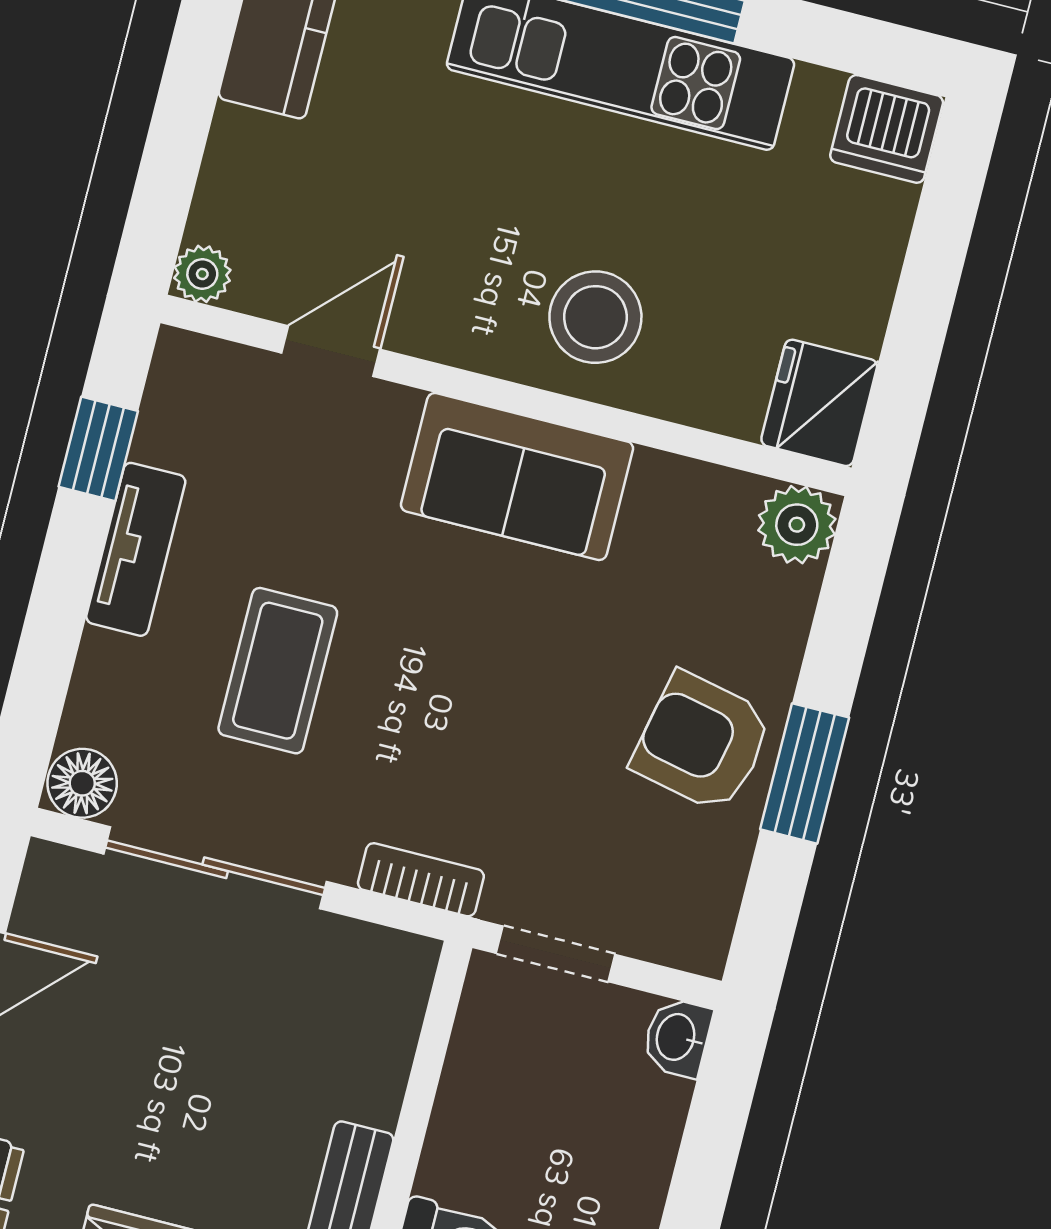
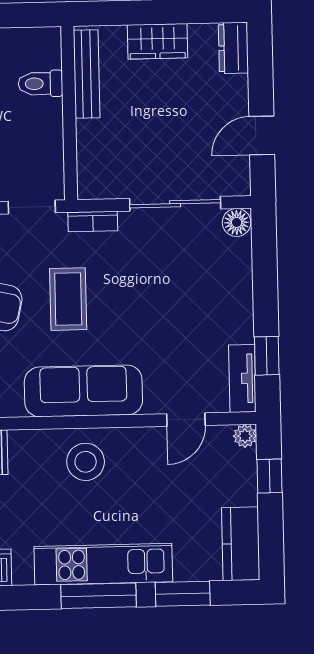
window: (171, 163) -> (269, 476), added
sofa: (517, 477) -> (83, 391), width x1.36
tv unit: (136, 549) -> (242, 378), moved
coffee table: (278, 671) -> (68, 299), moved

